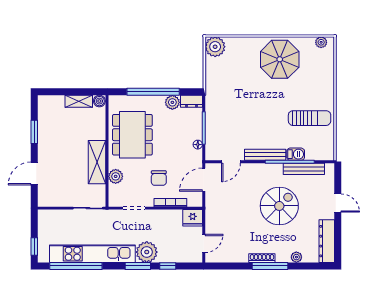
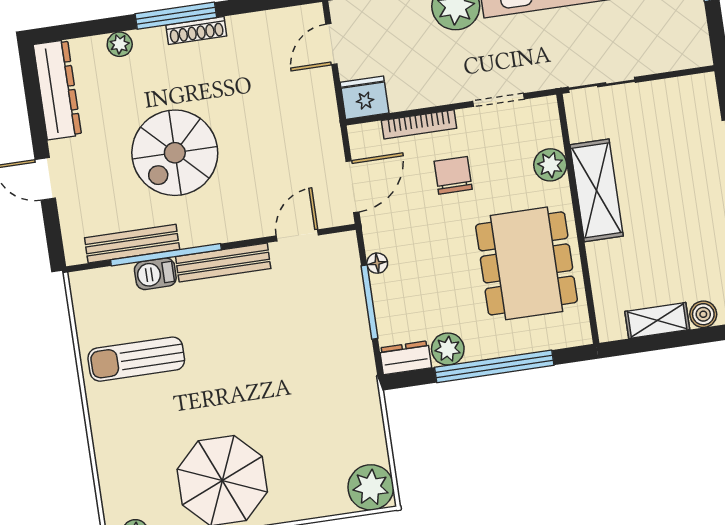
boiler: (99, 101) -> (703, 314), moved

